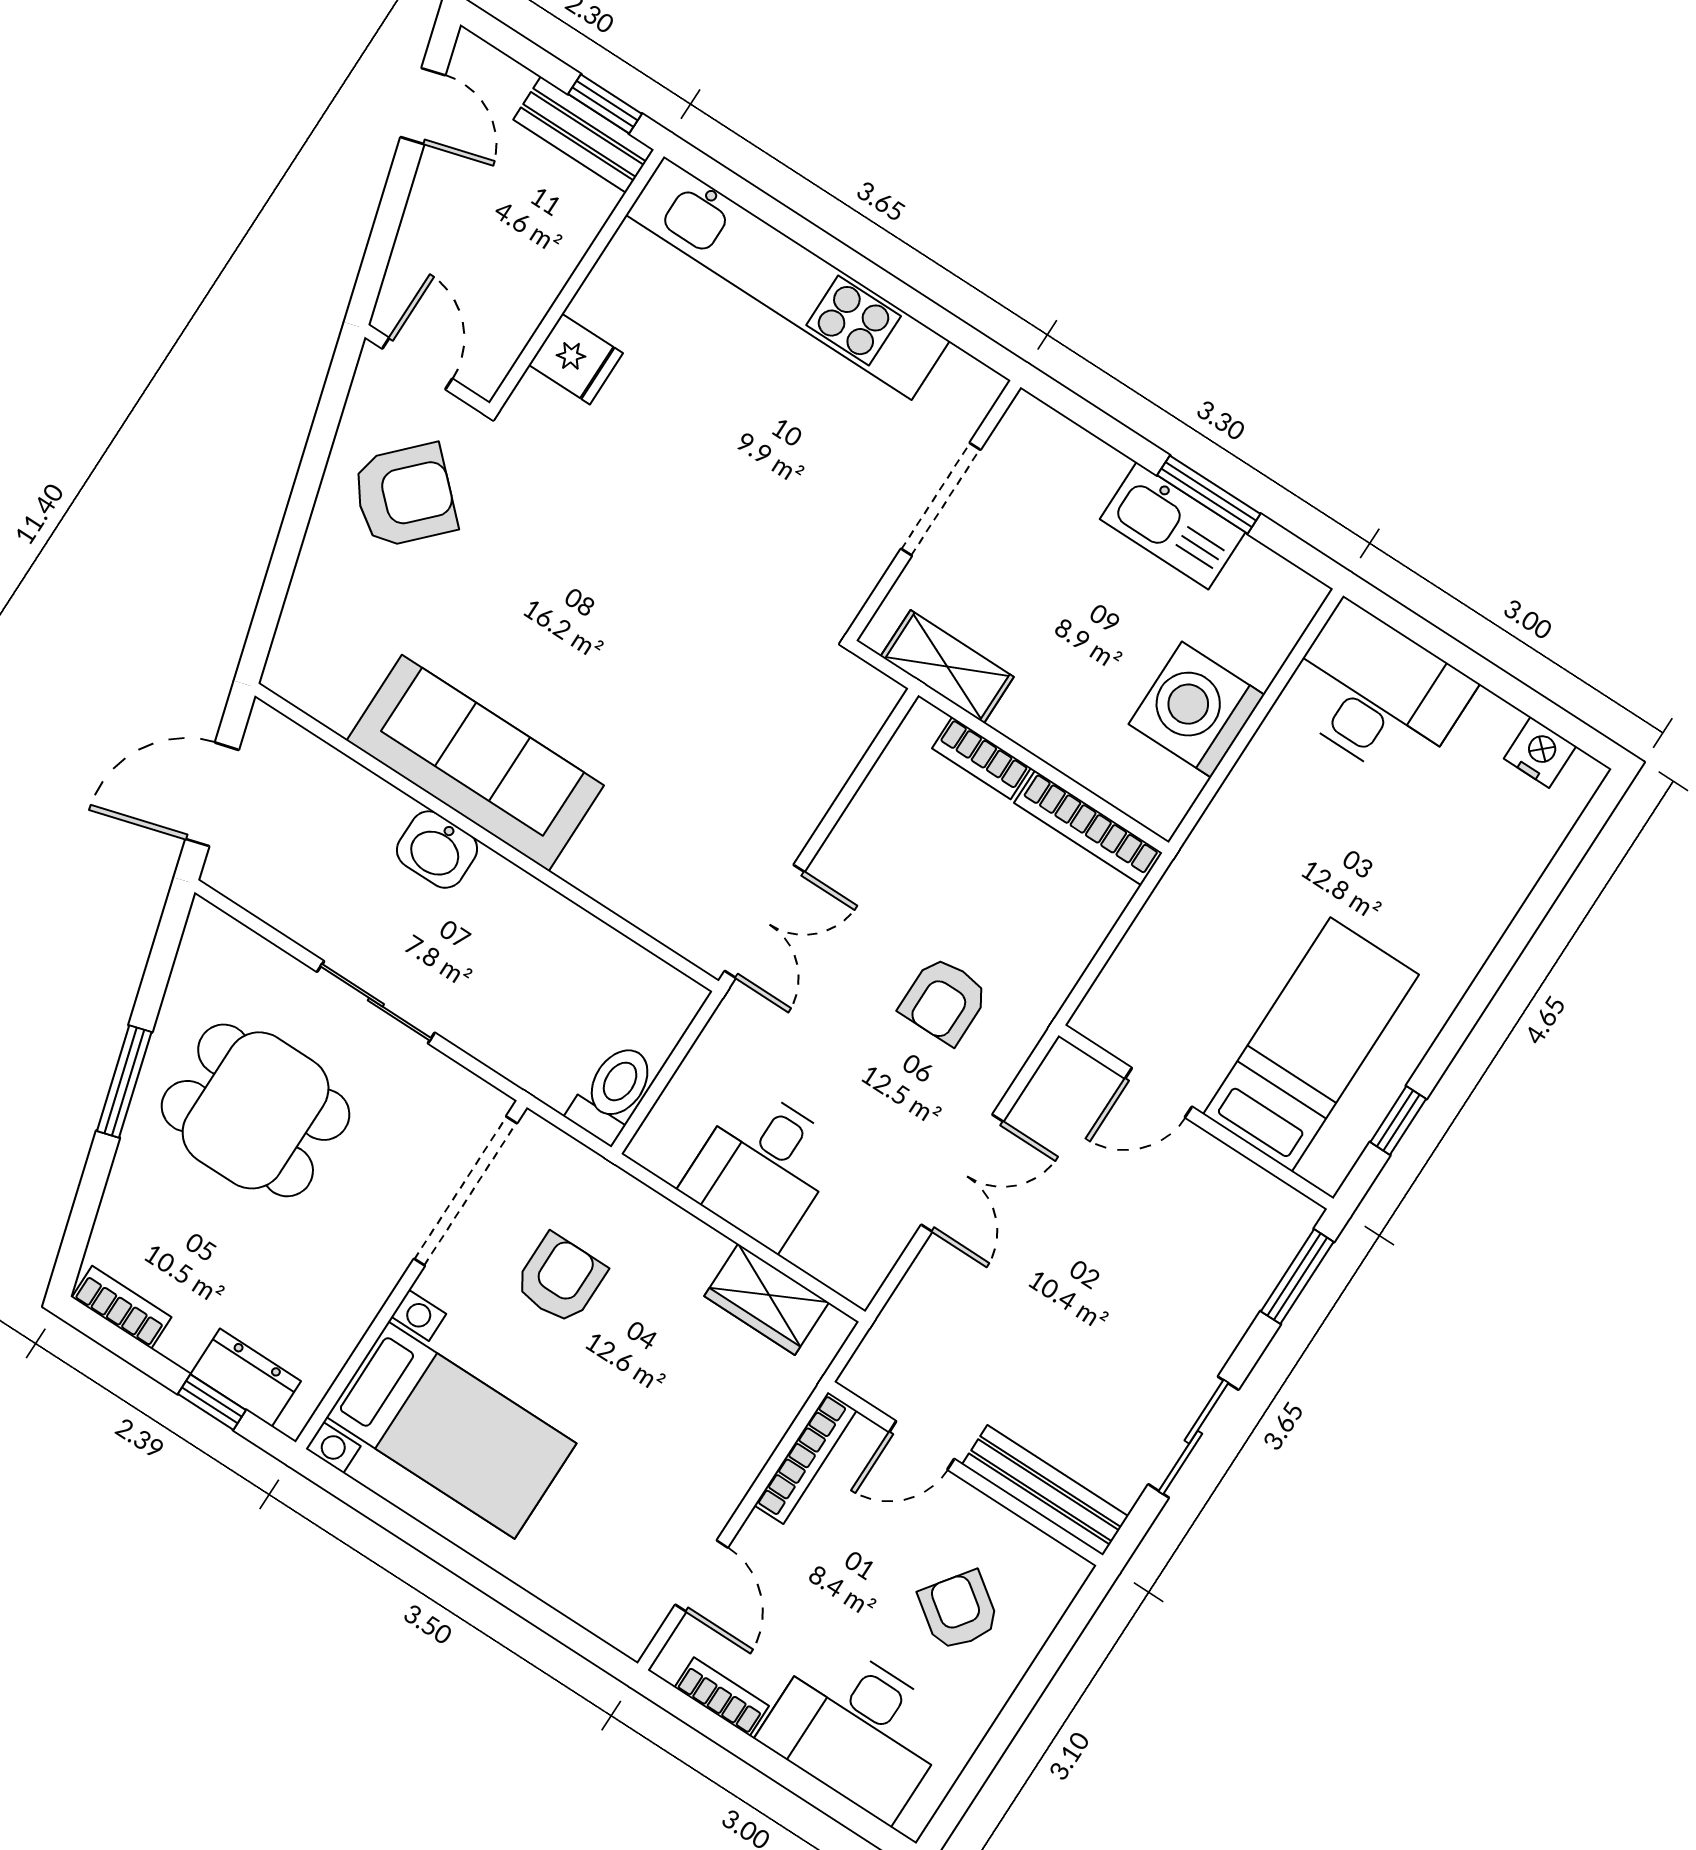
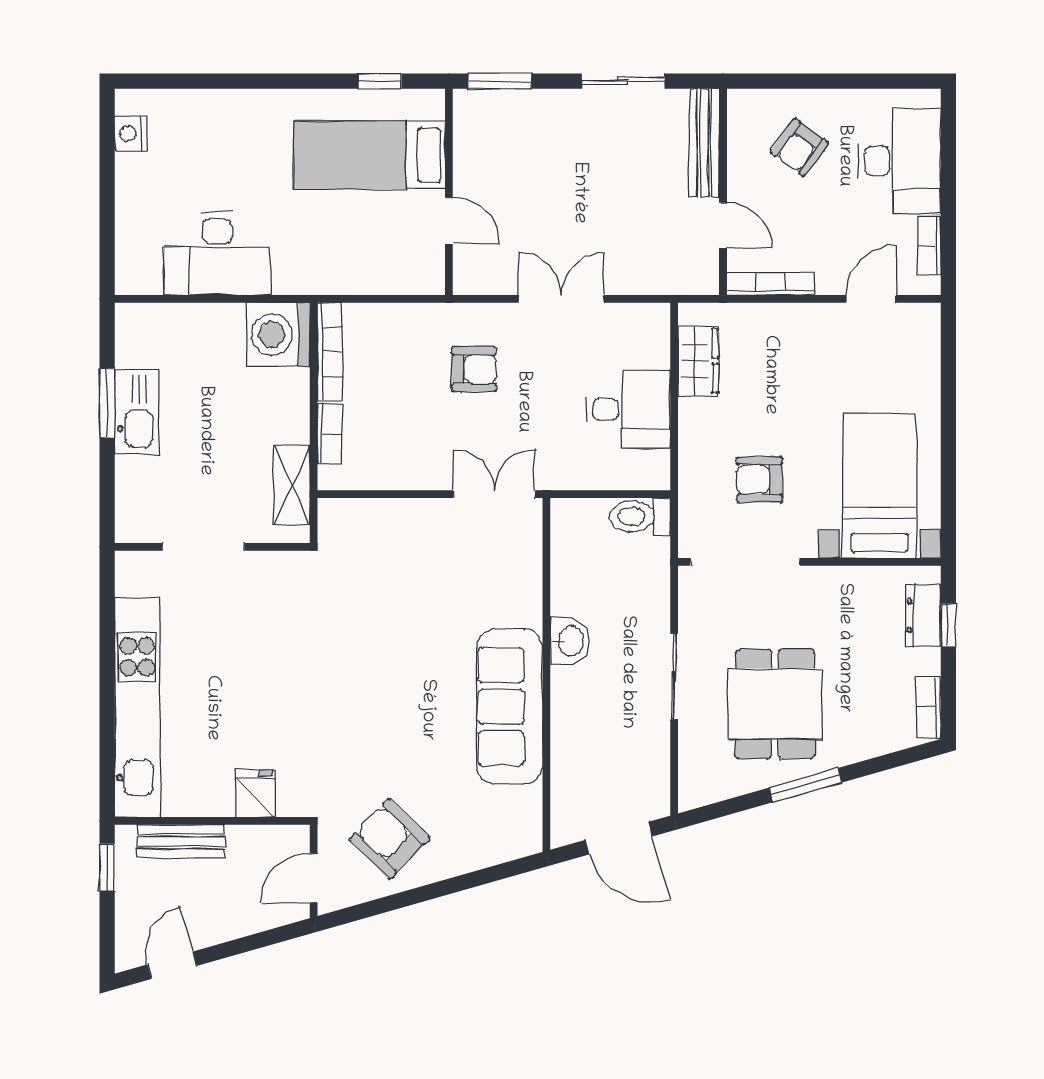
bench: (584, 135) -> (181, 841), moved, turned 90
desk: (1377, 694) -> (217, 254), moved, turned -90
washing machine: (1197, 709) -> (278, 334), moved, turned 90
washbasin: (437, 850) -> (570, 641), moved

